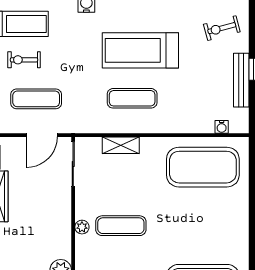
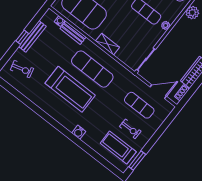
exercise mat: (132, 98) -> (92, 69), width x1.36, depth x1.45
bench: (193, 125) -> (73, 33), added
door: (42, 135) -> (158, 92), moved
shelving: (121, 145) -> (108, 44), moved

